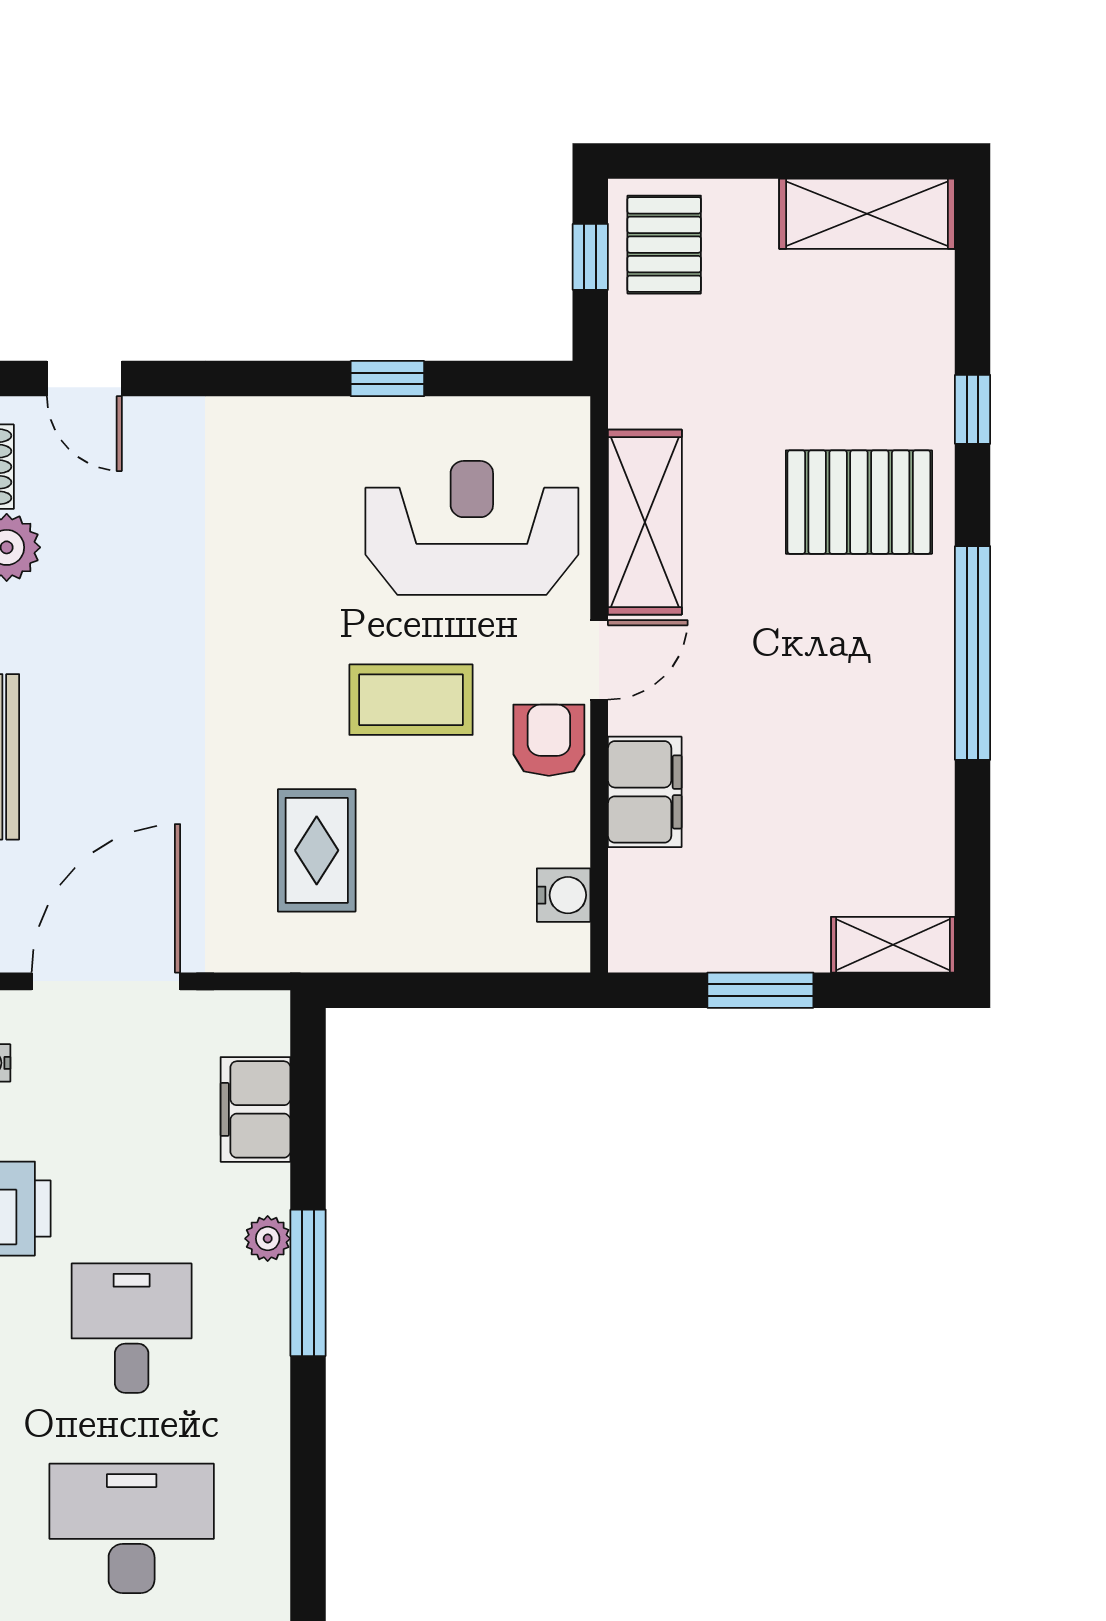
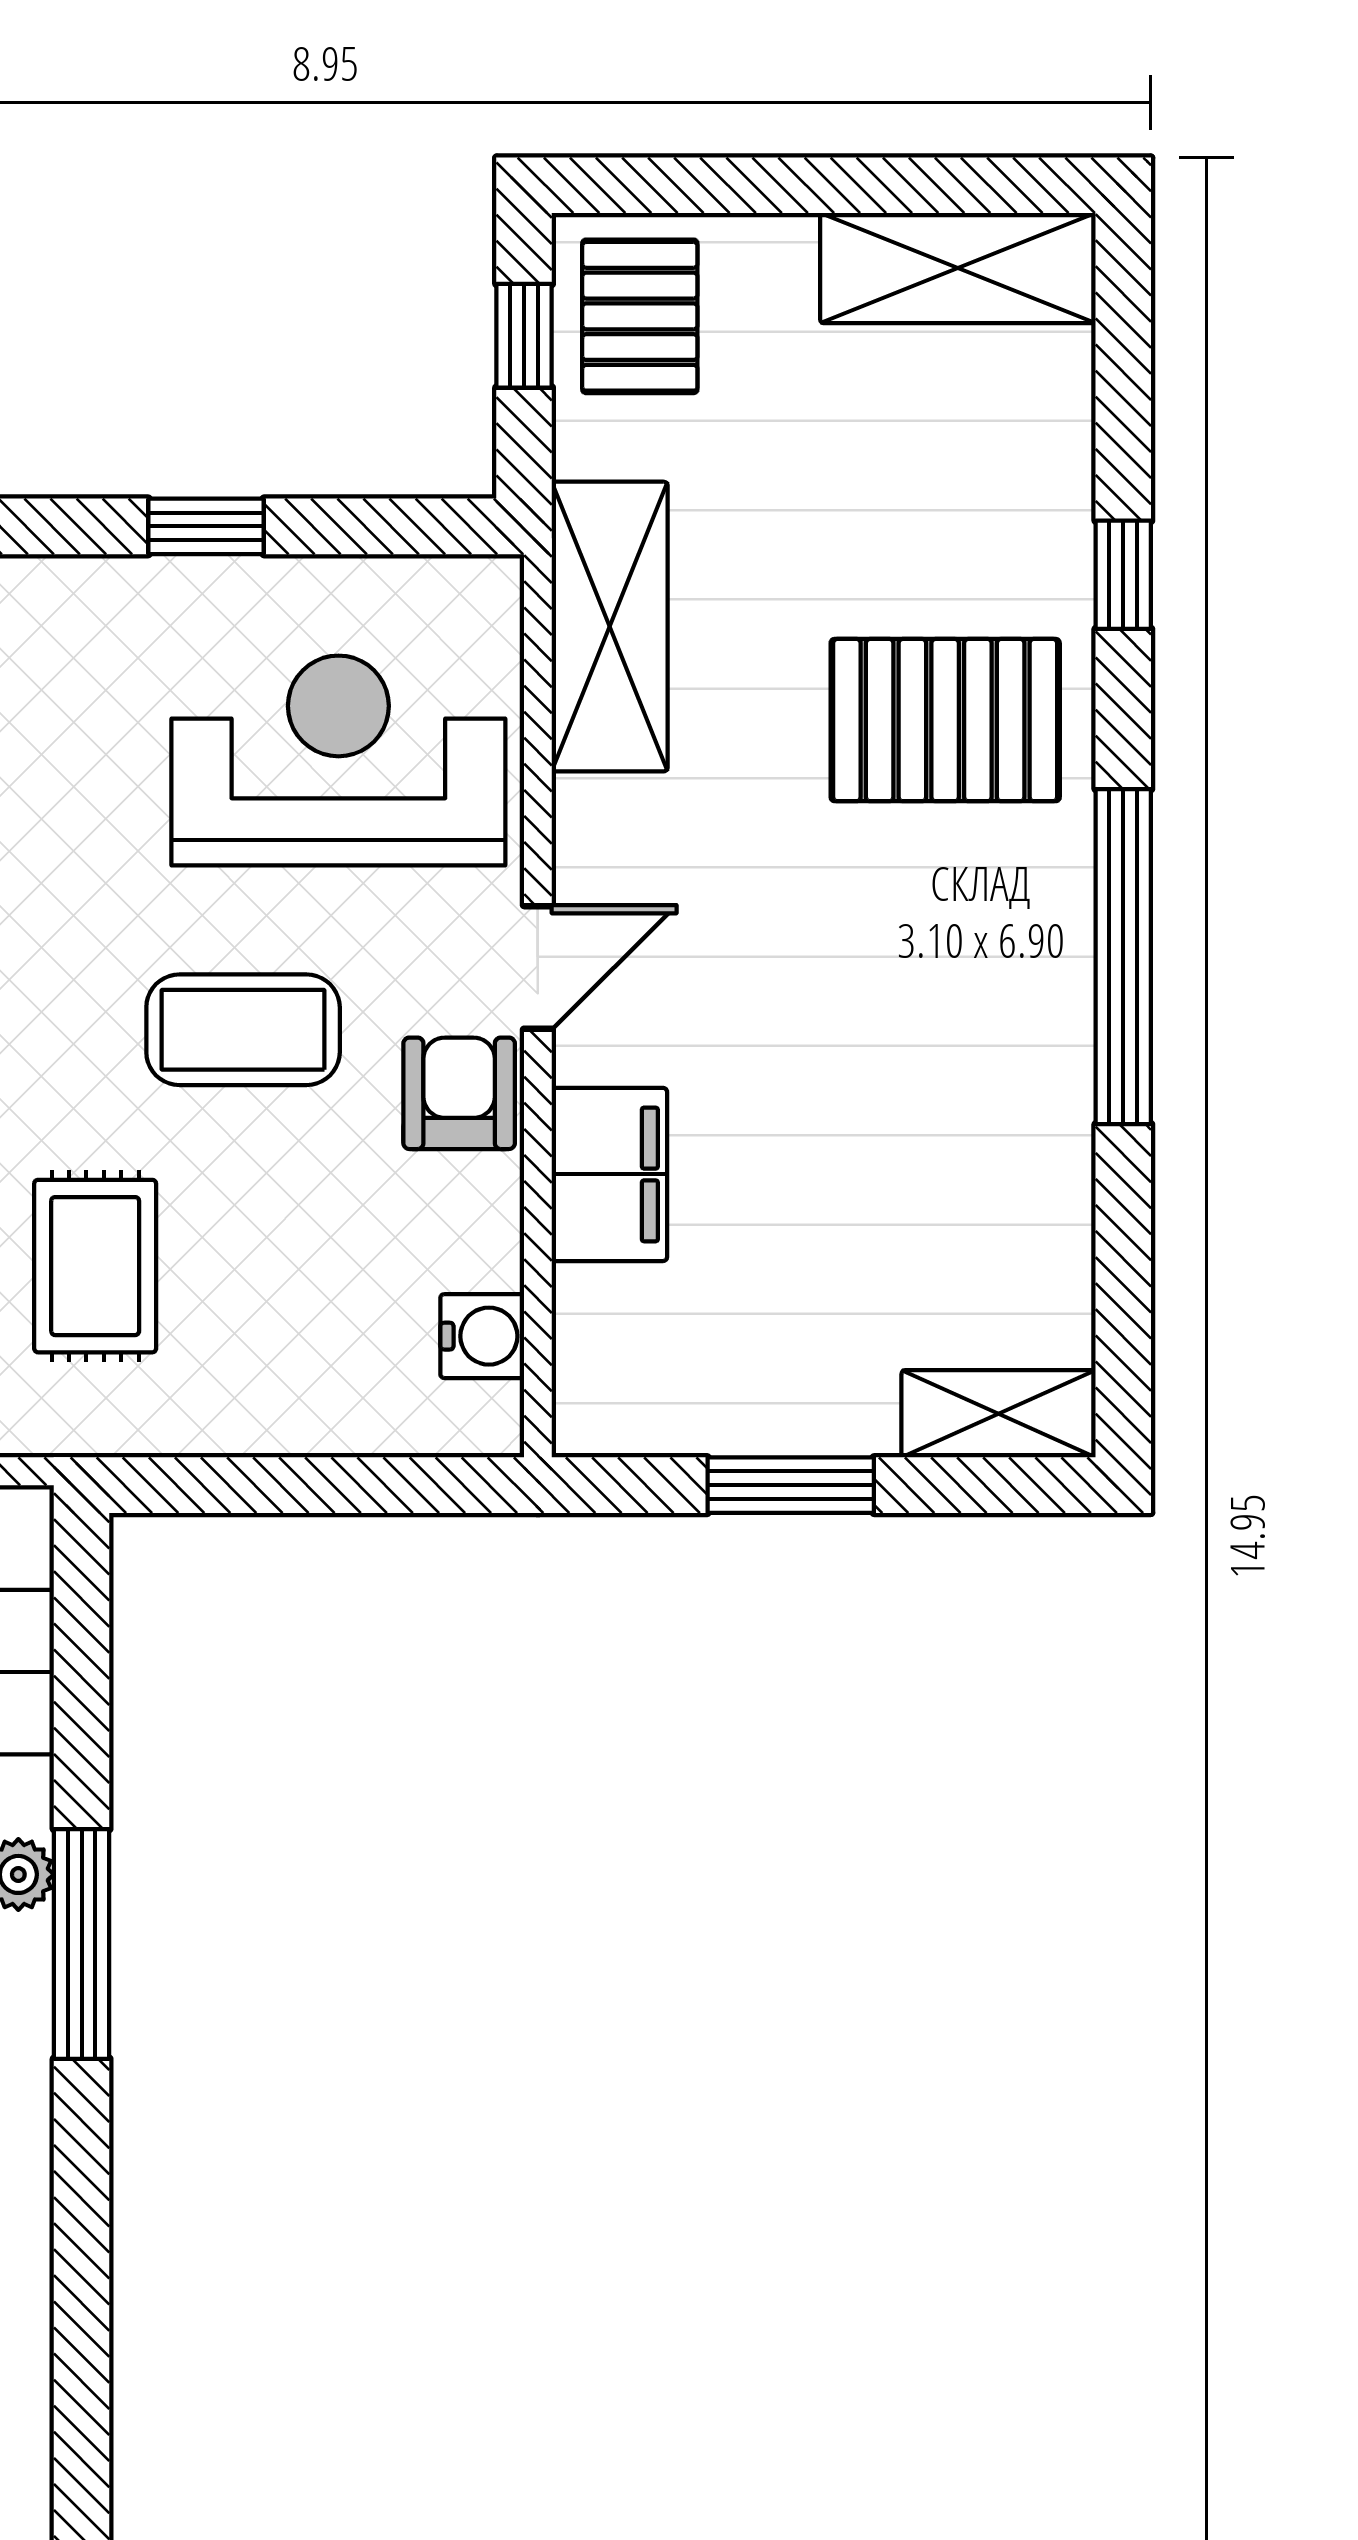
shelving: (645, 522) -> (610, 627), moved

